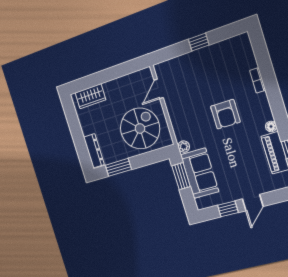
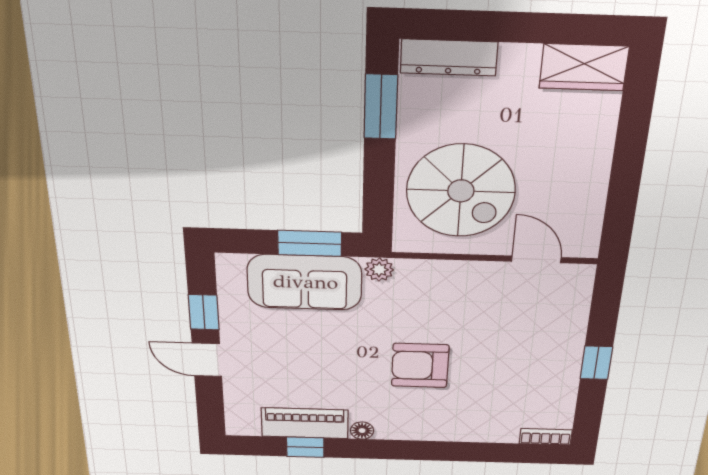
bookcase: (258, 80) -> (546, 437), moved
wardrobe: (90, 96) -> (584, 67), moved, turned -90

